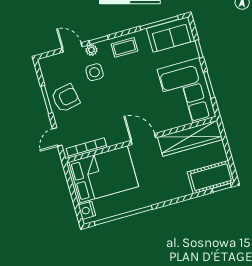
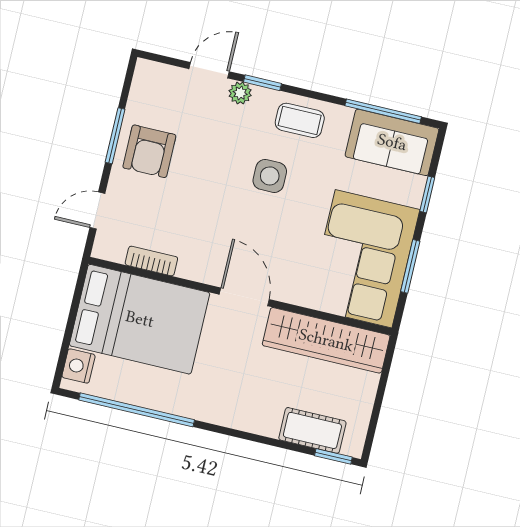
door: (72, 47) -> (209, 70), hinge flipped
side table: (95, 72) -> (270, 176), moved
armchair: (66, 98) -> (149, 151), turned 101
bookcase: (86, 148) -> (151, 261), width x0.64
cot: (211, 177) -> (312, 430), width x0.73, depth x0.75

